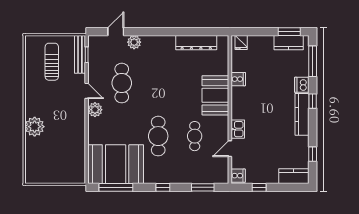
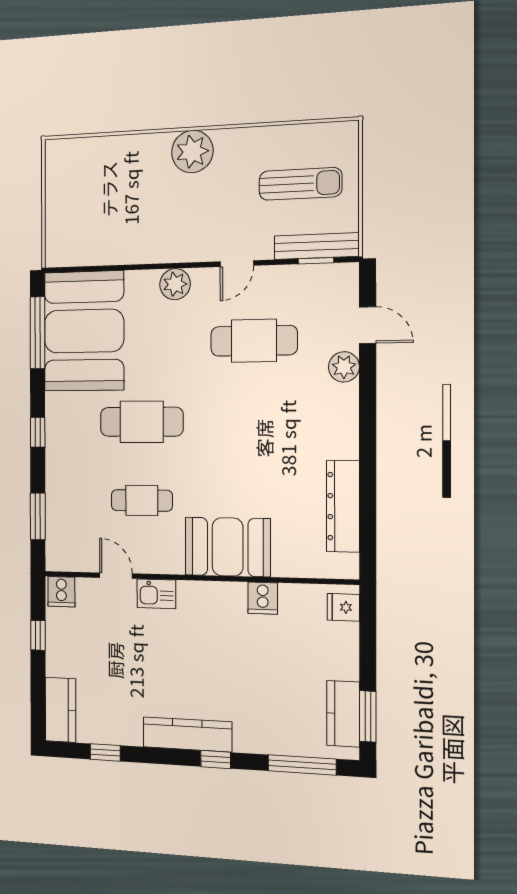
dishwasher: (302, 85) -> (250, 738), removed
plant: (95, 110) -> (175, 284), moved
plant: (35, 127) -> (192, 151), moved

